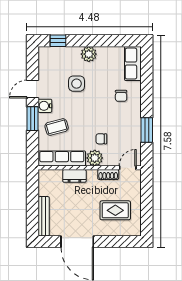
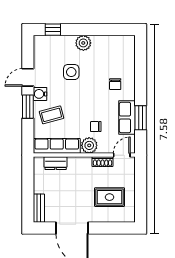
row of seats: (133, 64) -> (127, 118), moved
dresser: (74, 176) -> (56, 163), moved
bench: (44, 216) -> (39, 208), width x0.73

